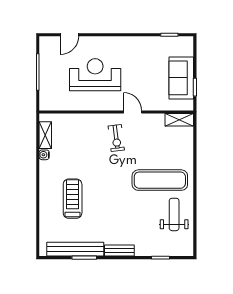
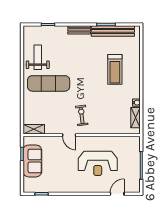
weight bench: (174, 214) -> (38, 57), turned 180

